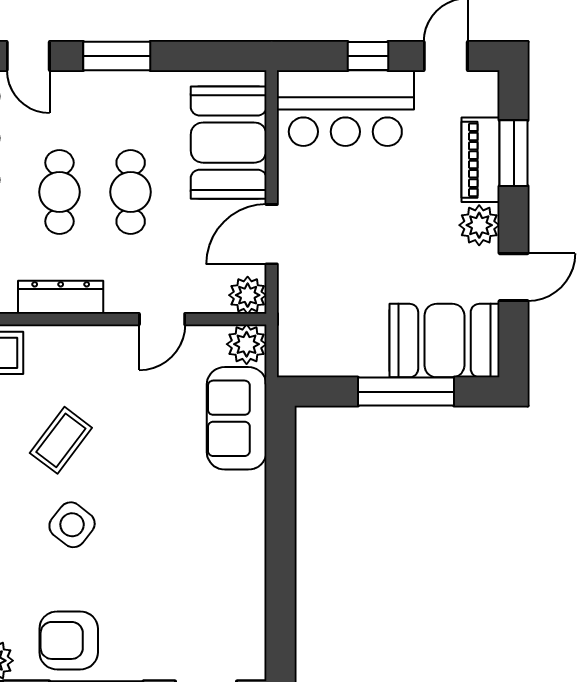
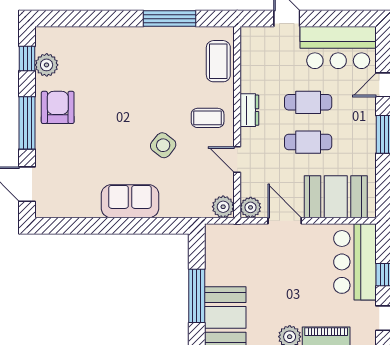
dresser: (61, 297) -> (249, 110), width x0.70
sofa: (237, 418) -> (130, 201), moved
coffee table: (61, 440) -> (208, 118), moved, turned -37
side table: (72, 525) -> (163, 145), moved

